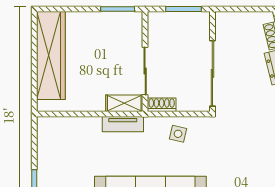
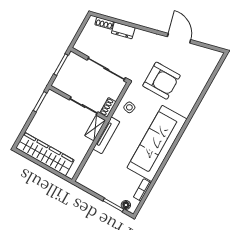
tv unit: (123, 124) -> (106, 135), width x1.41
armchair: (239, 157) -> (161, 81), added

